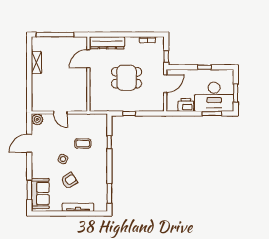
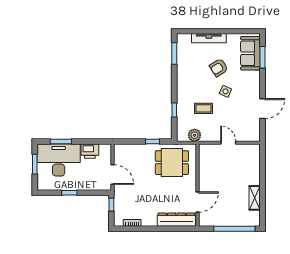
dining table: (127, 78) -> (172, 163), moved
door: (165, 84) -> (113, 175), swing flipped
plant: (37, 119) -> (195, 135), moved

